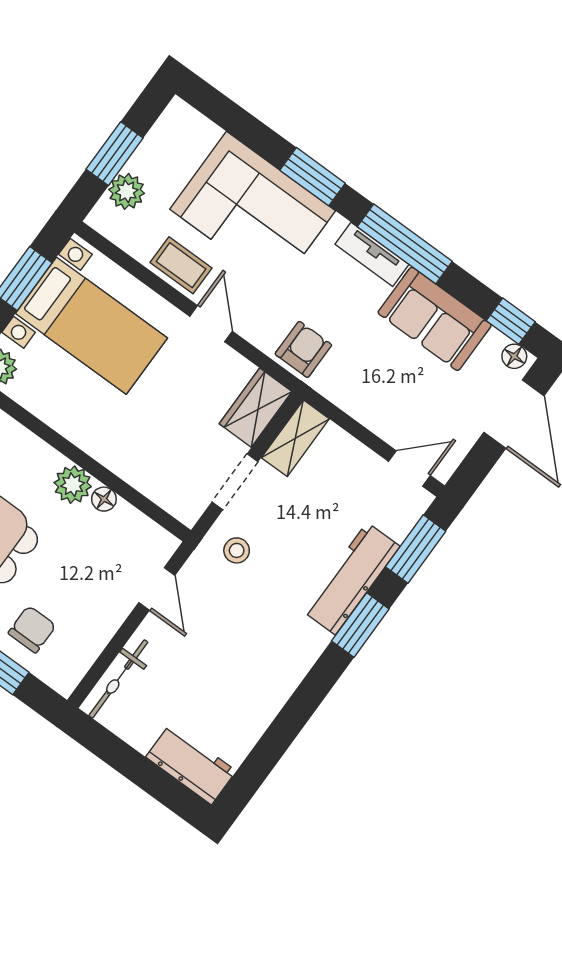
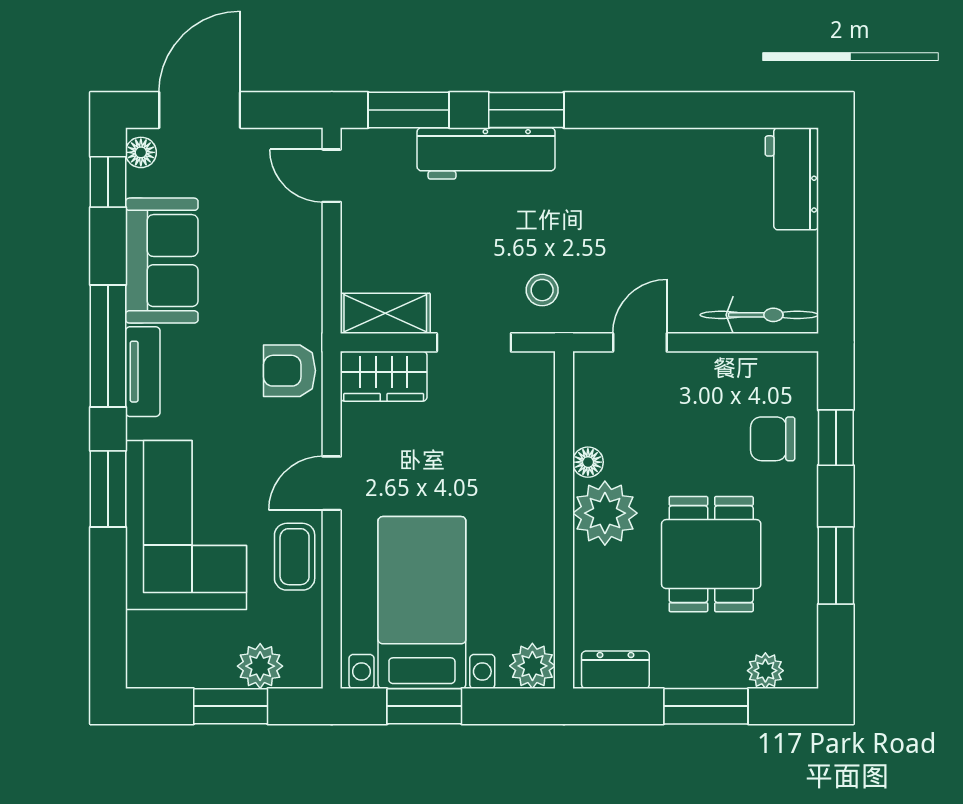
plant: (73, 485) -> (605, 513), width x1.36, depth x1.36

